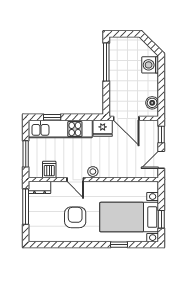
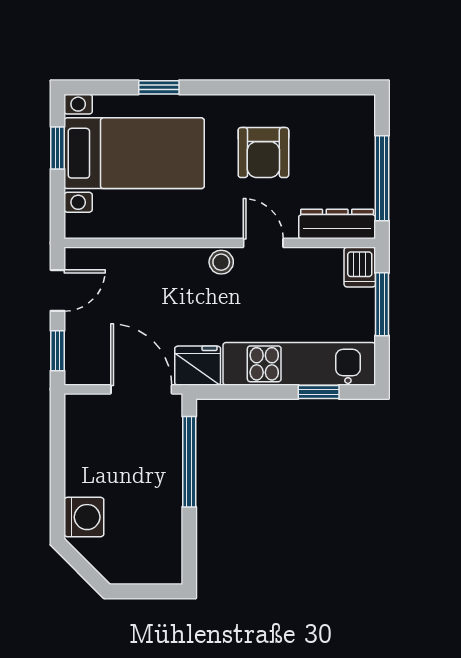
window: (106, 62) -> (189, 462), moved
boiler: (152, 103) -> (79, 426), removed
dishwasher: (49, 169) -> (360, 267), moved
dresser: (40, 187) -> (337, 224), width x1.44

